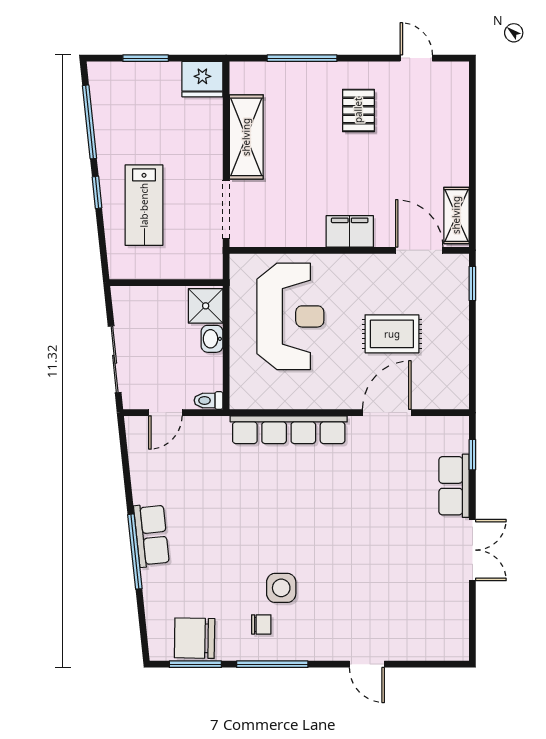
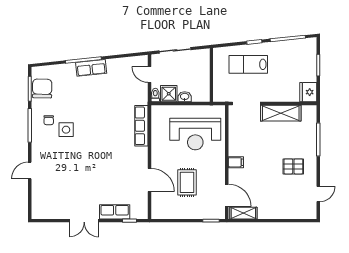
filing cabinet: (350, 231) -> (236, 162), width x0.50
door: (419, 250) -> (227, 195), hinge flipped
shower: (206, 306) -> (169, 94), moved
row of seats: (289, 430) -> (141, 126), width x0.73

